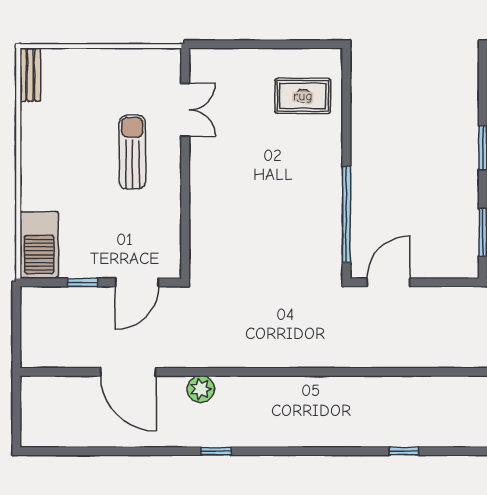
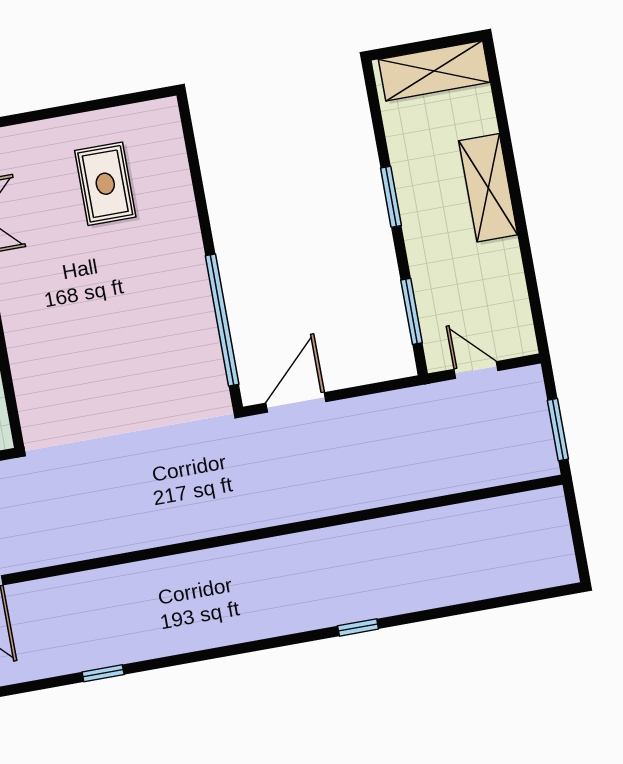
rug: (303, 96) -> (105, 184), moved, turned 90
plant: (201, 389) -> (67, 593), removed

